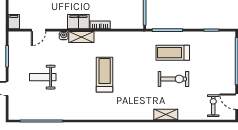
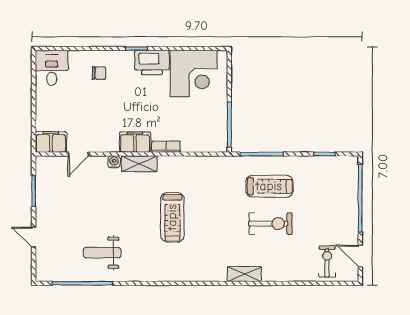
filing cabinet: (14, 22) -> (51, 142), width x2.00
treadmill: (173, 53) -> (269, 186), turned 180
treadmill: (105, 75) -> (172, 217), turned 180
weight bench: (43, 77) -> (102, 253), moved
shelving: (166, 114) -> (244, 274), moved

